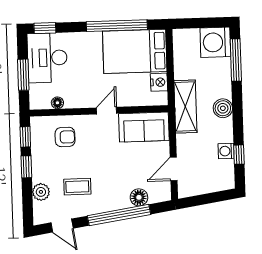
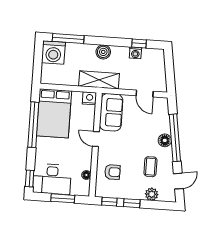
nightstand: (159, 82) -> (89, 98), moved
armchair: (65, 137) -> (112, 172), turned 90
floor lamp: (139, 197) -> (165, 140), moved

